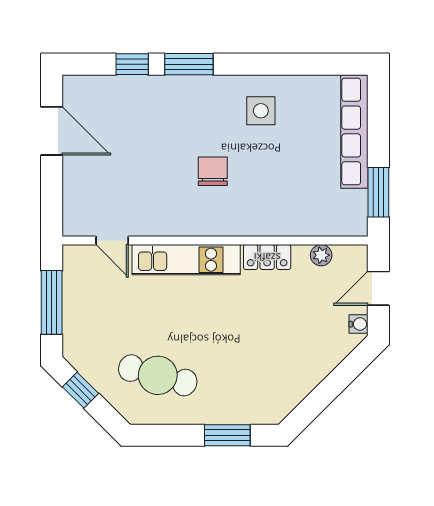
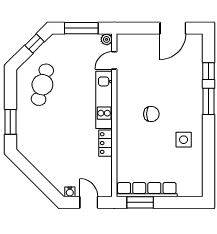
row of seats: (354, 131) -> (147, 190), moved
plant: (321, 255) -> (107, 39), moved

